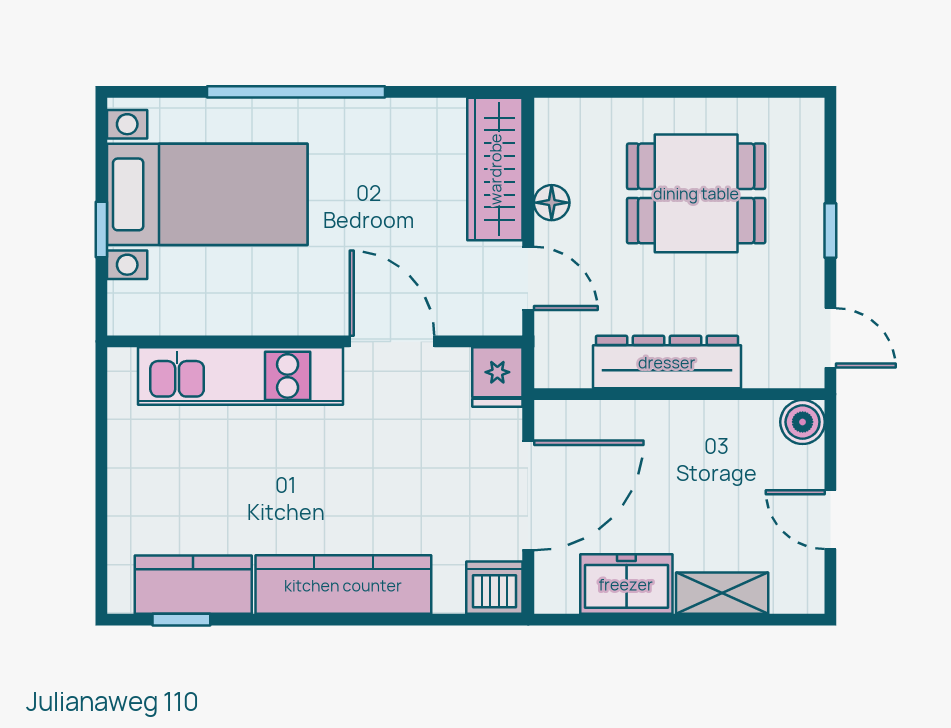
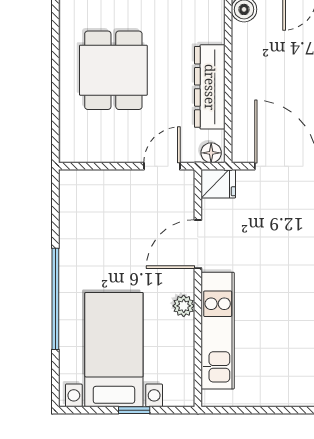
wardrobe: (495, 169) -> (99, 185), removed
floor lamp: (552, 203) -> (211, 153), moved
plant: (284, 316) -> (184, 306), added

